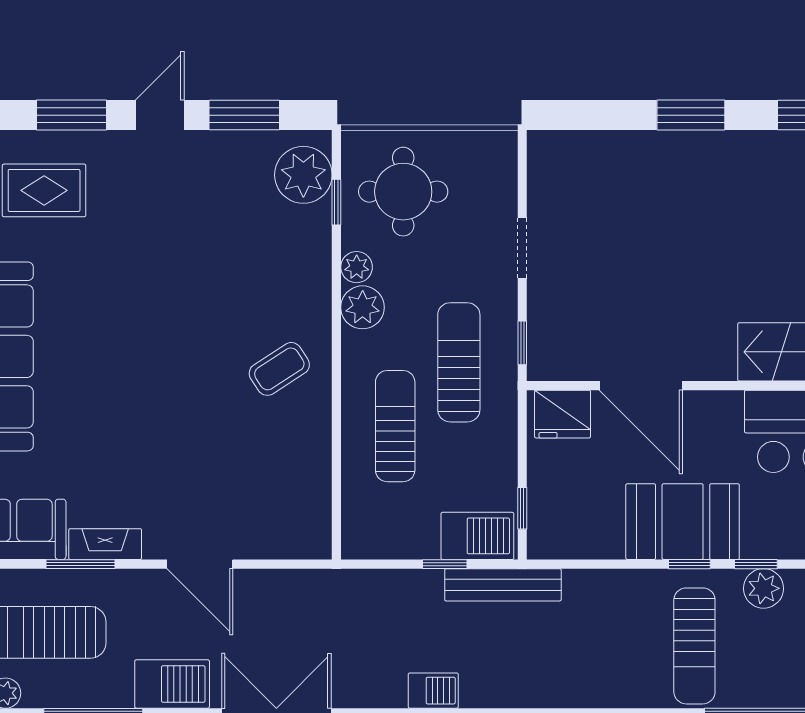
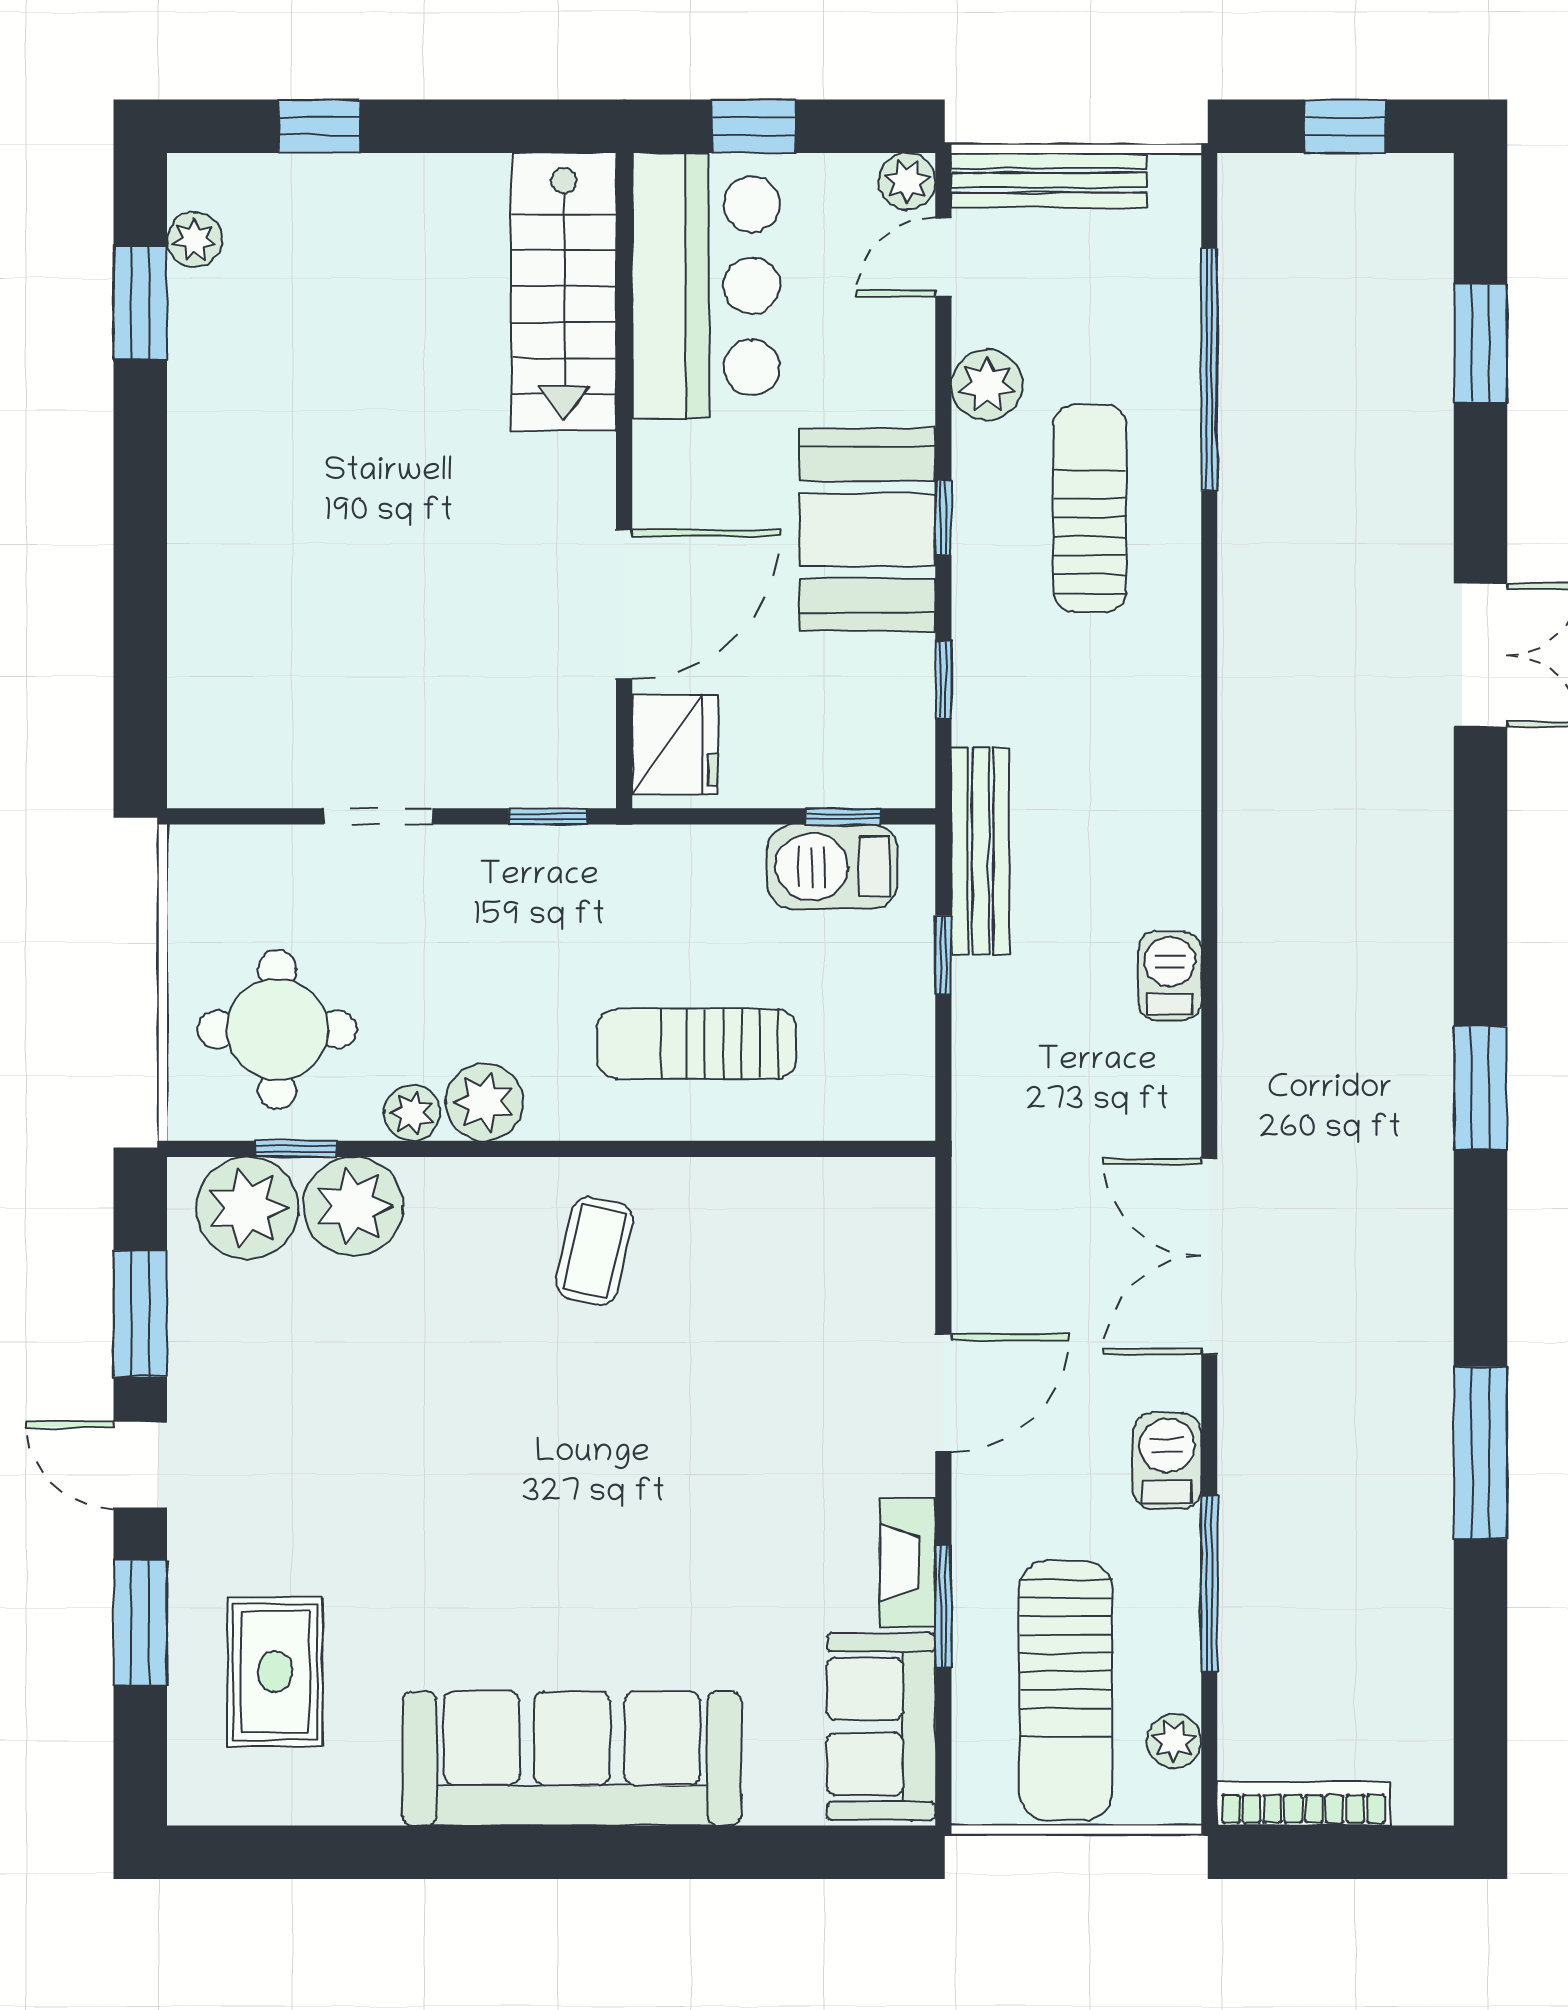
window: (691, 115) -> (140, 515), removed
plant: (304, 234) -> (353, 1206), added
sun lounger: (459, 362) -> (583, 930), removed
coffee table: (279, 369) -> (594, 1251), turned 46
barbecue: (477, 536) -> (832, 867), moved, turned -90
window: (756, 564) -> (943, 680), moved
sun lounger: (694, 646) -> (1090, 508), turned -90
barbecue: (172, 684) -> (1167, 1461), width x0.73, depth x0.79

